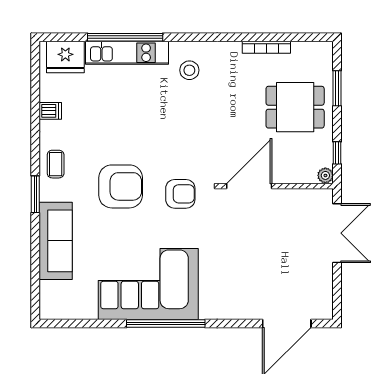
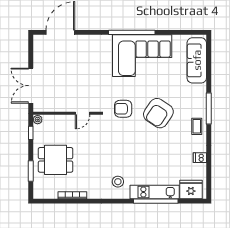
armchair: (121, 186) -> (158, 113), turned -56
door: (249, 186) -> (83, 113), width x0.53
window: (35, 194) -> (209, 109), width x1.44
sofa: (56, 241) -> (197, 60), moved

